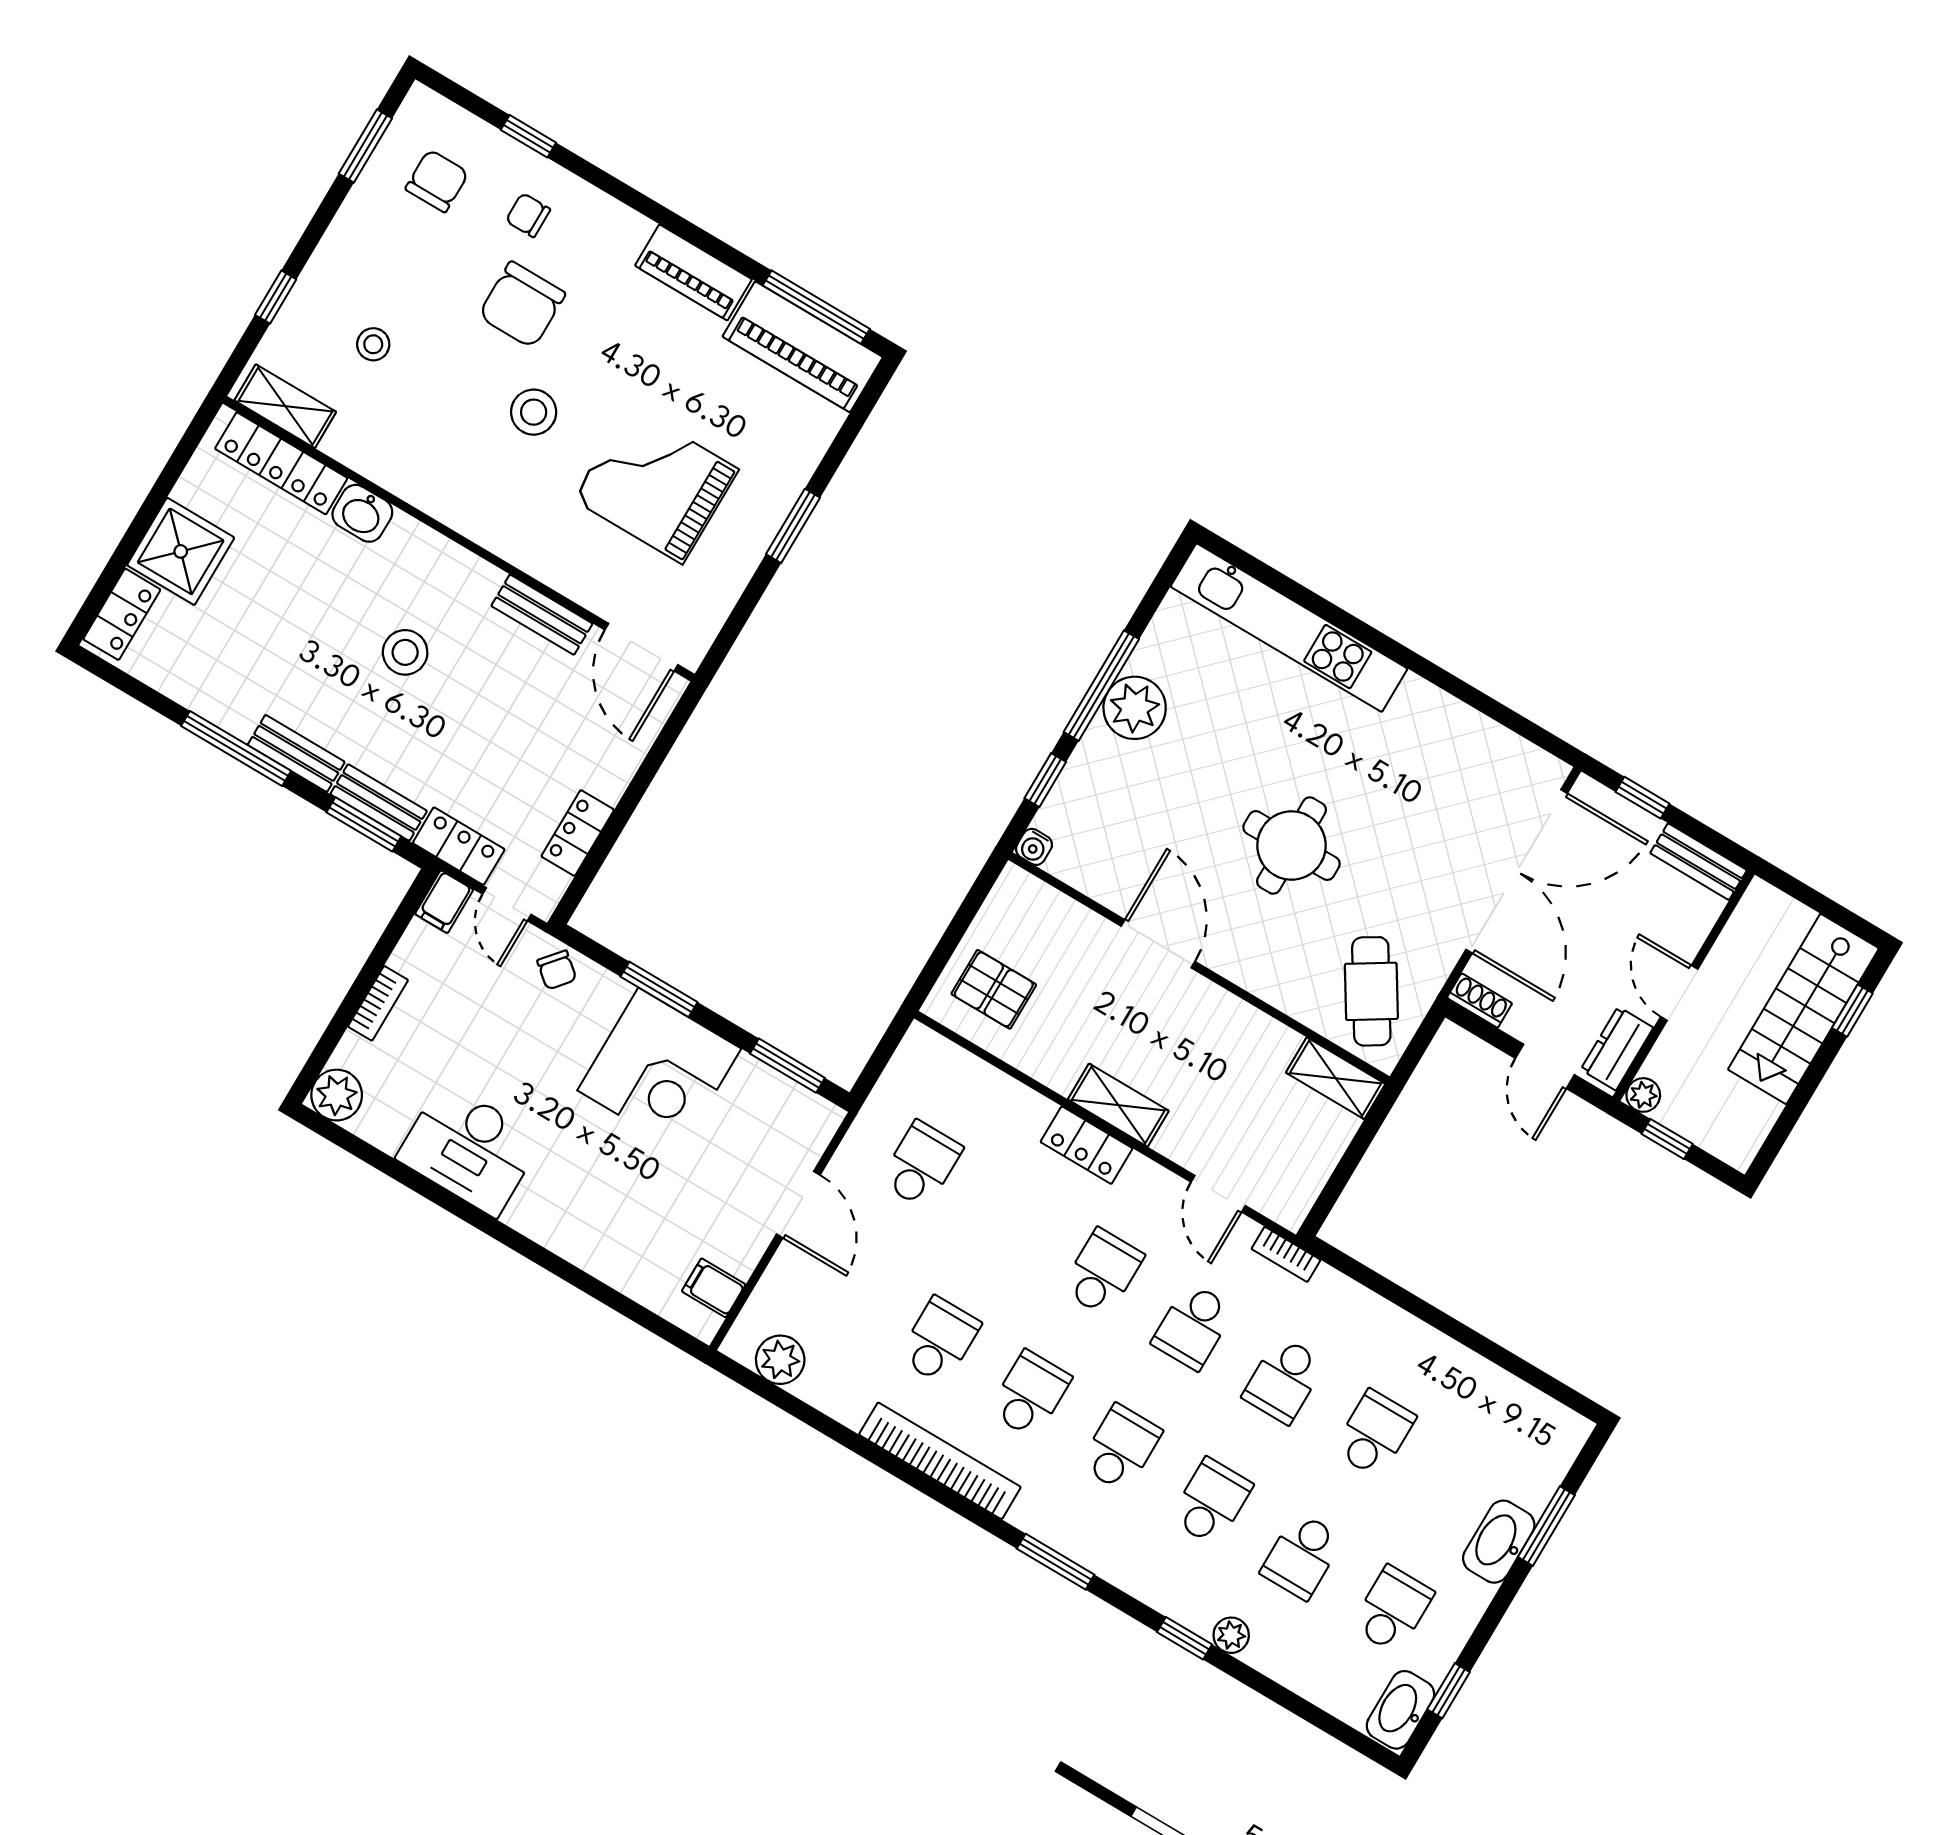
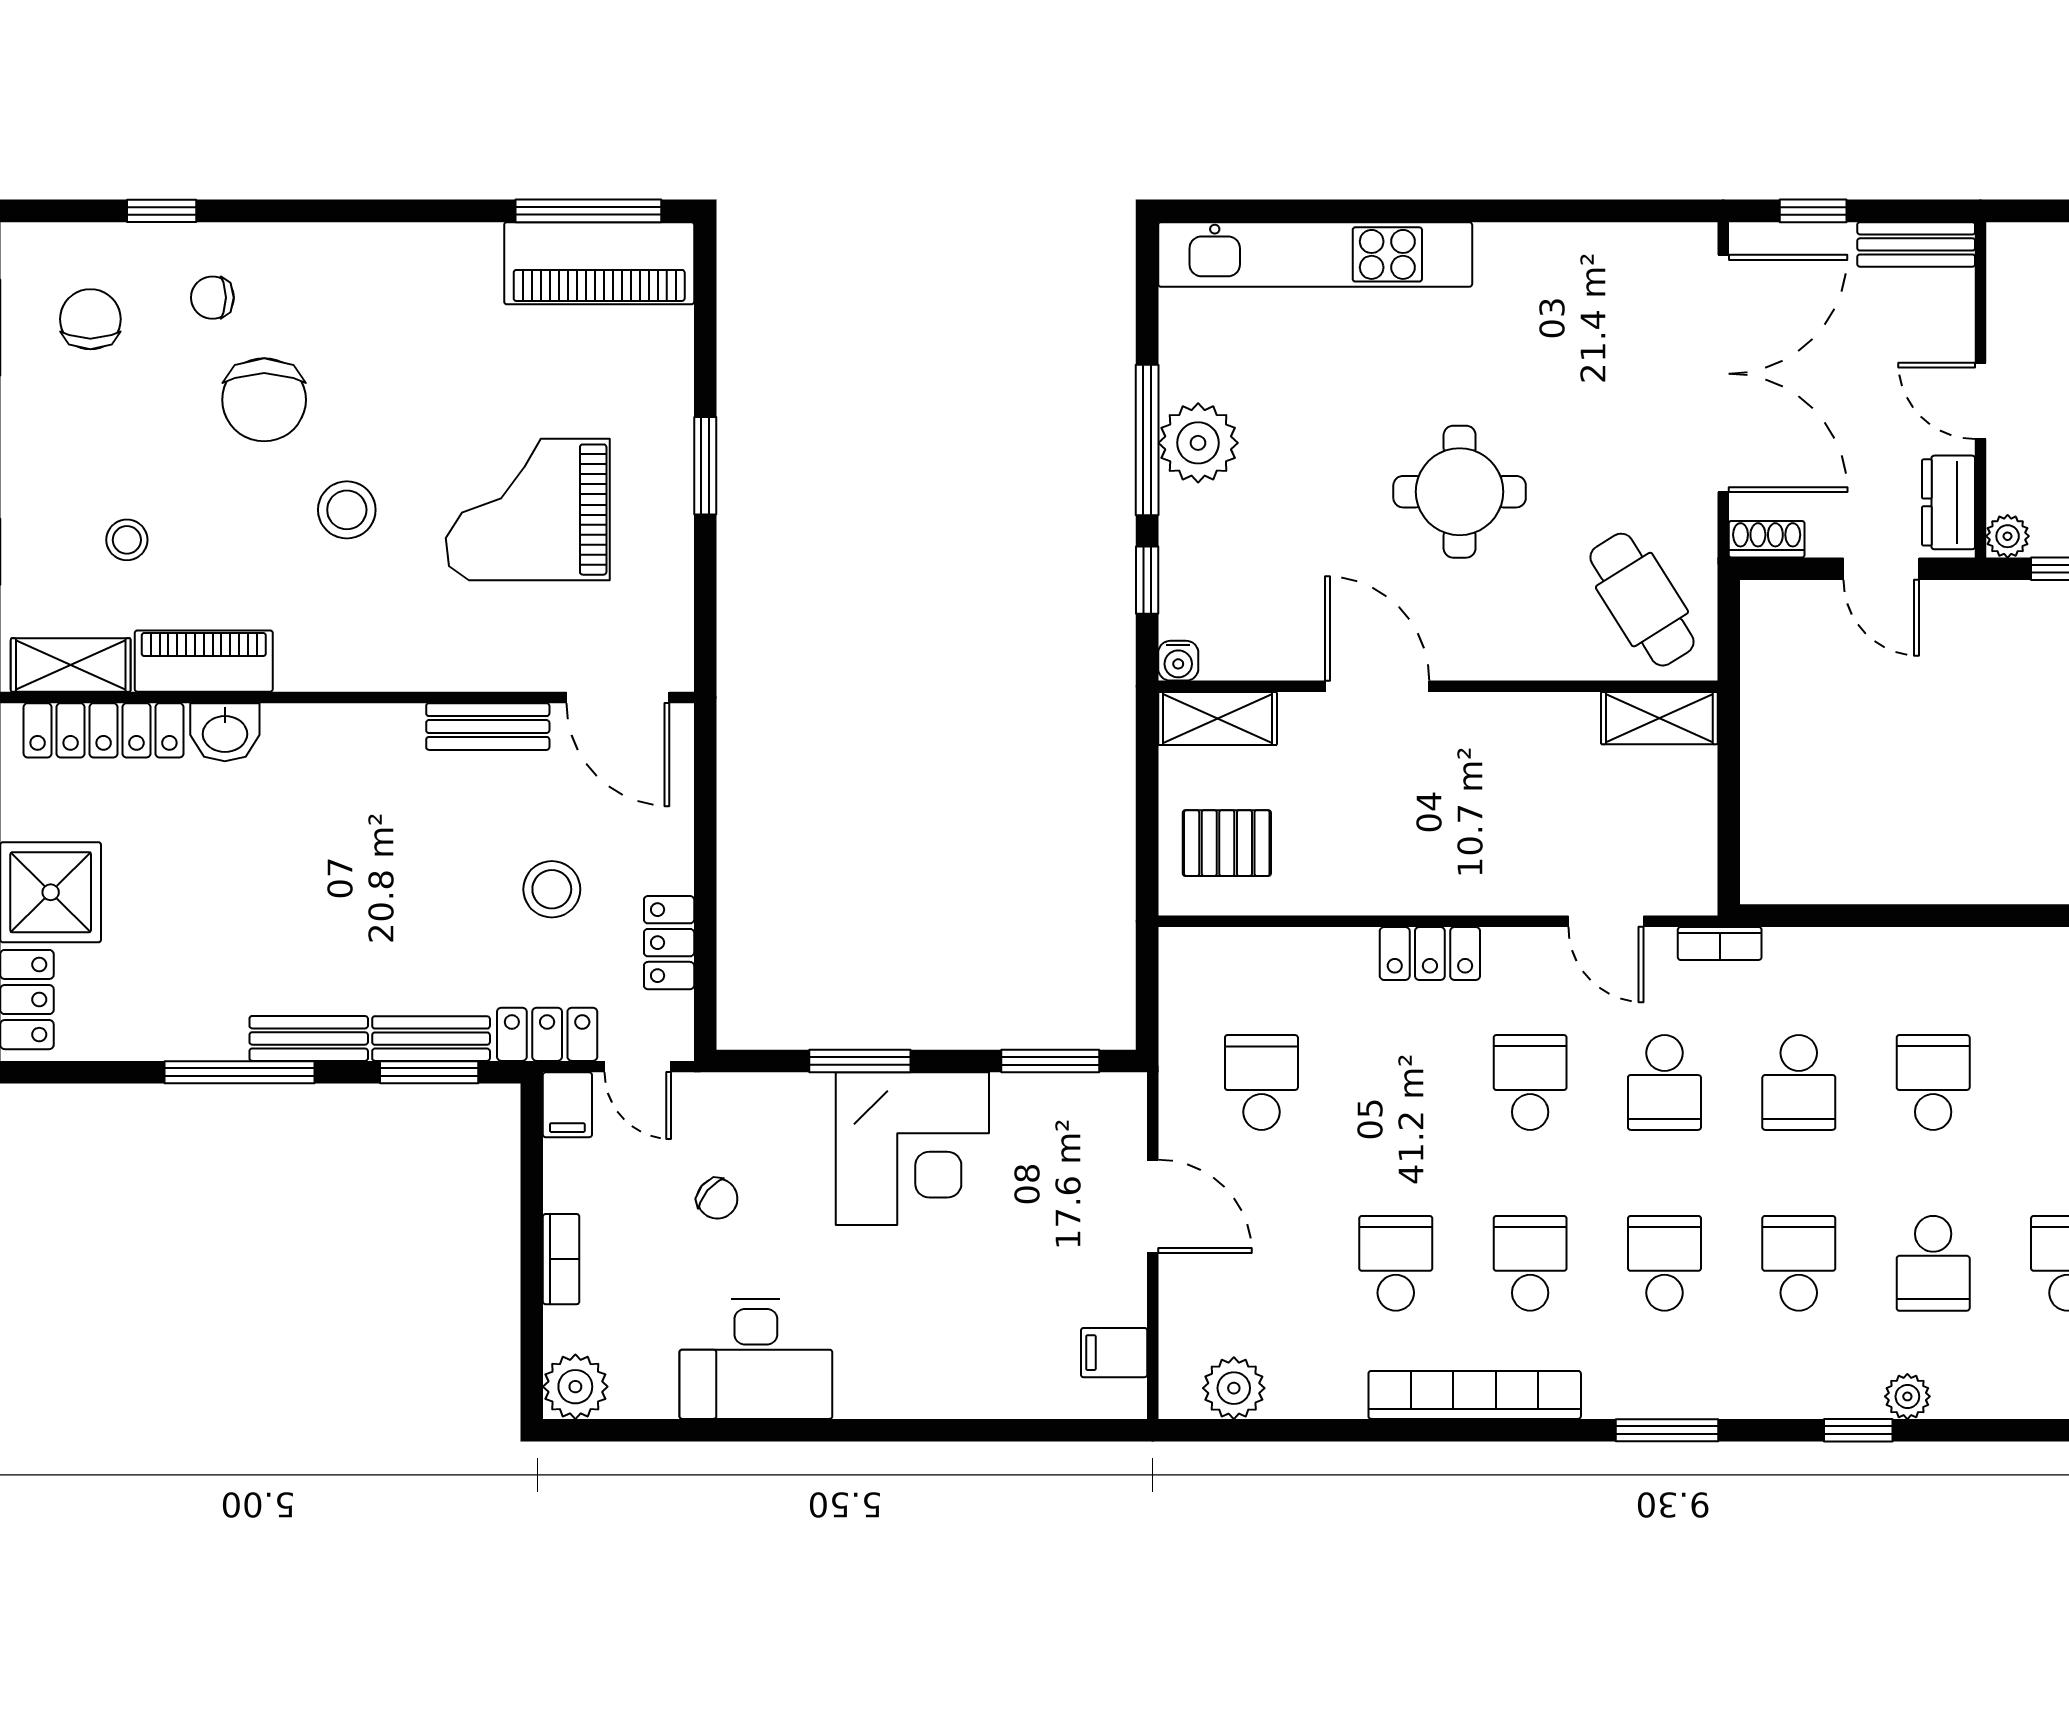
piano: (693, 272) -> (204, 661), moved, turned 180
stool: (405, 652) -> (552, 889), moved
chair: (557, 970) -> (717, 1199), moved
shelving: (1118, 1105) -> (1218, 719), moved

